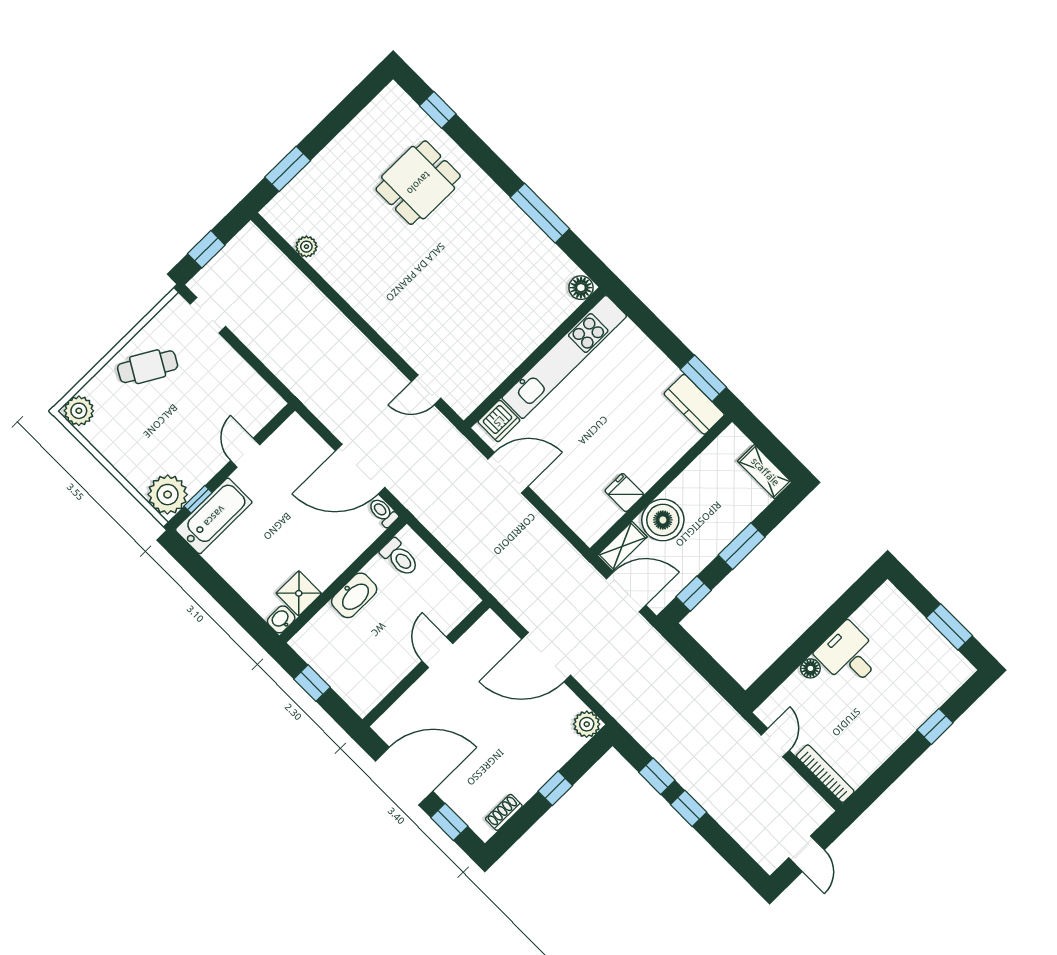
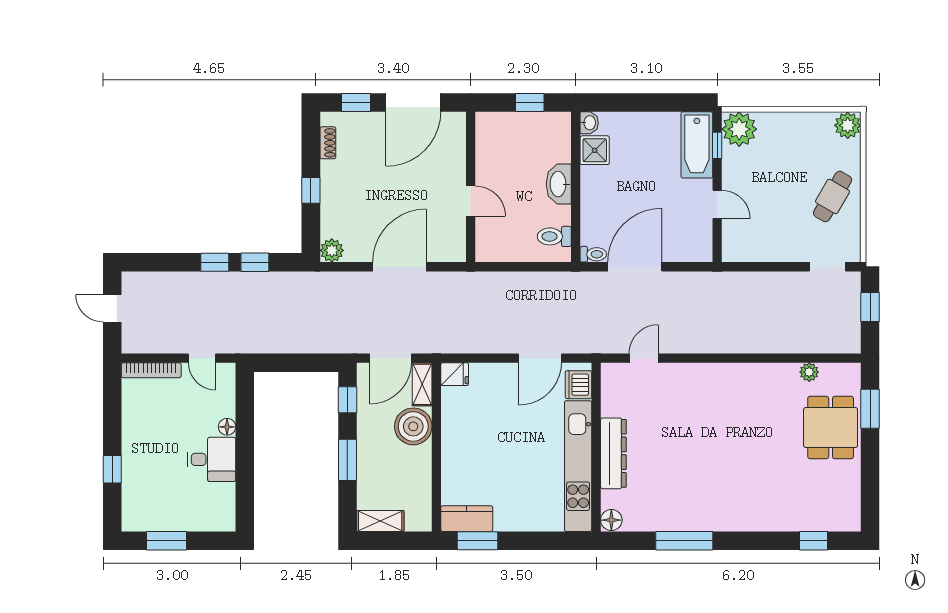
dining table: (418, 183) -> (831, 427), moved
dresser: (526, 339) -> (613, 453), added
fridge: (624, 493) -> (455, 374), moved

